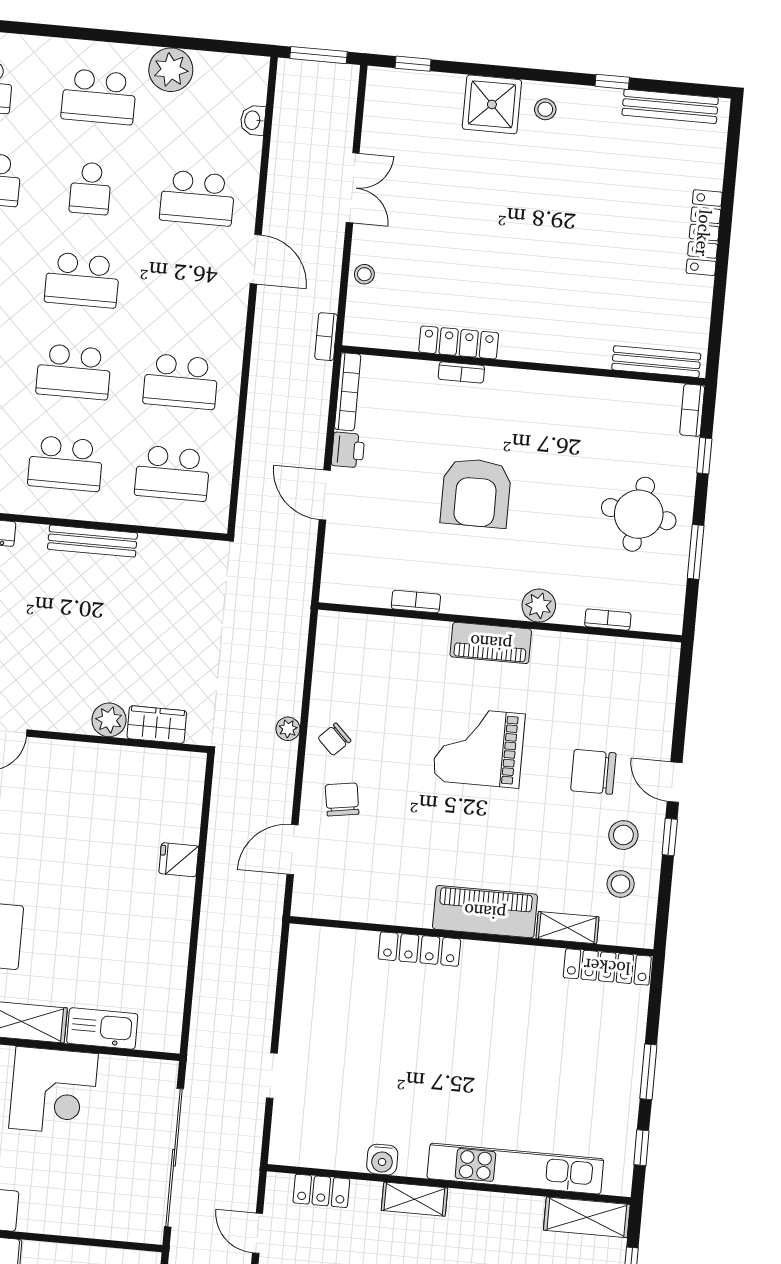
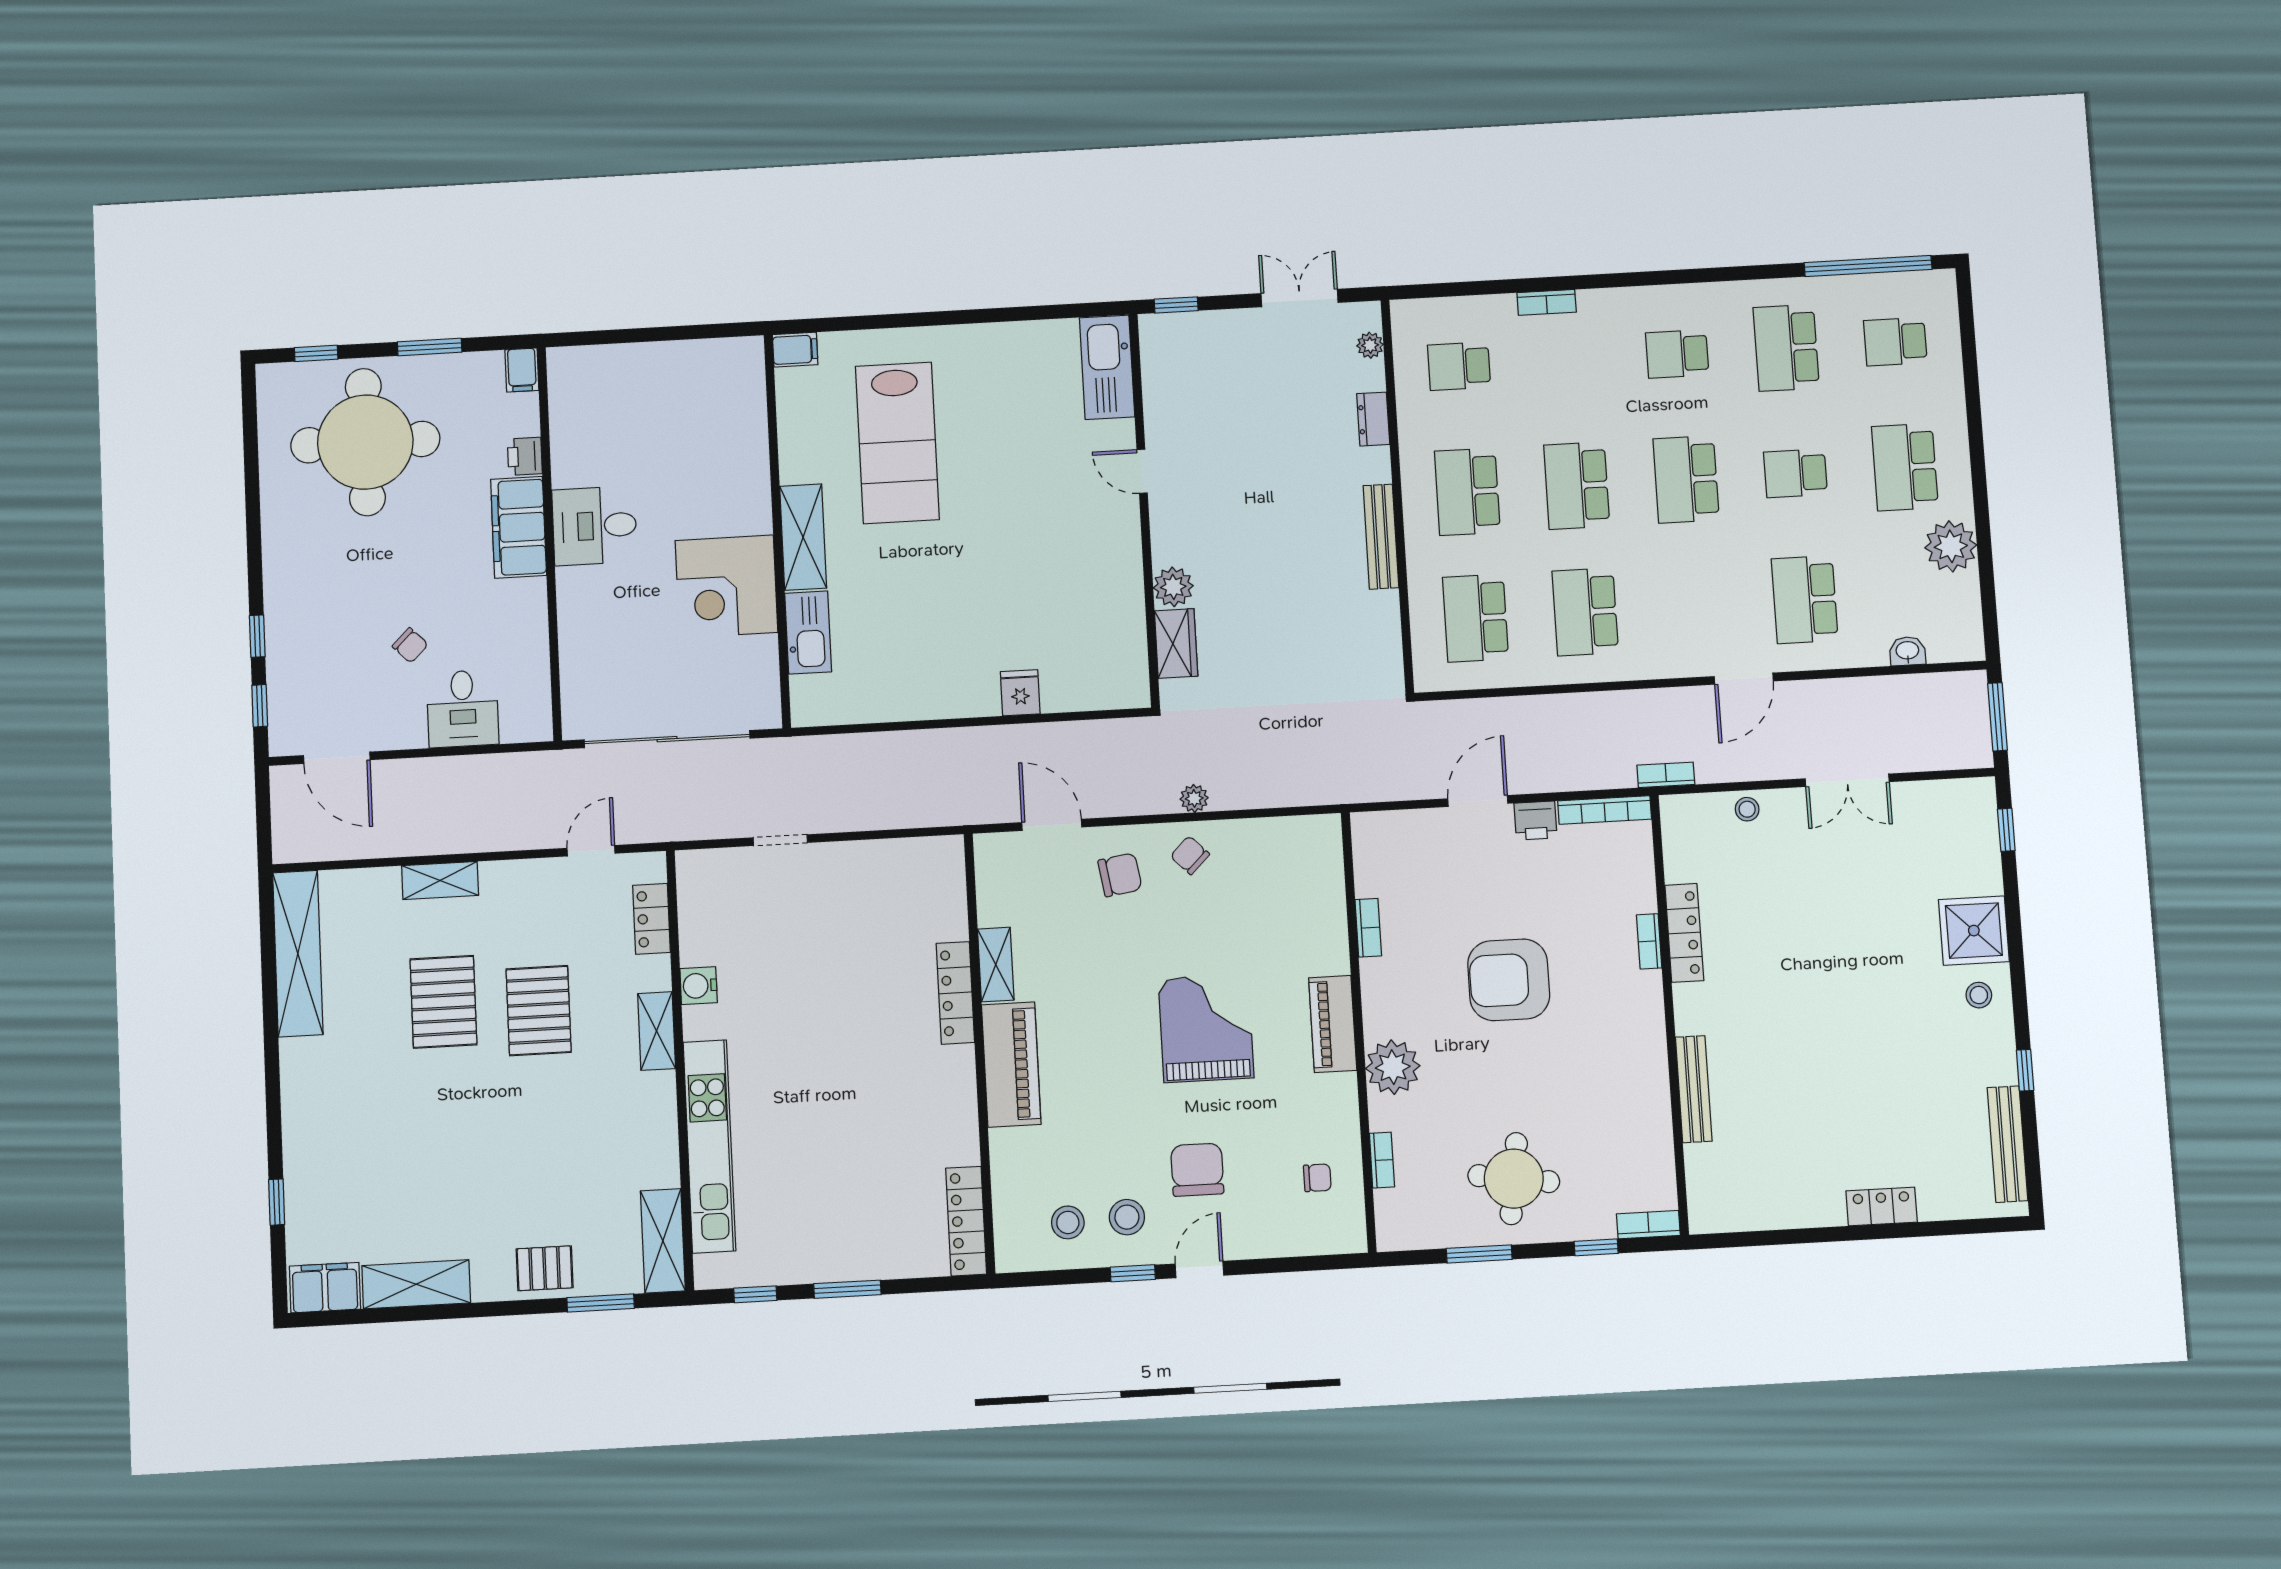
locker: (704, 233) -> (1882, 1206), width x0.66
bench: (656, 362) -> (1694, 1089), moved
plant: (539, 606) -> (1393, 1067), width x1.36, depth x1.36
chair: (614, 675) -> (1317, 1178), added
shelving: (567, 928) -> (996, 965), moved

